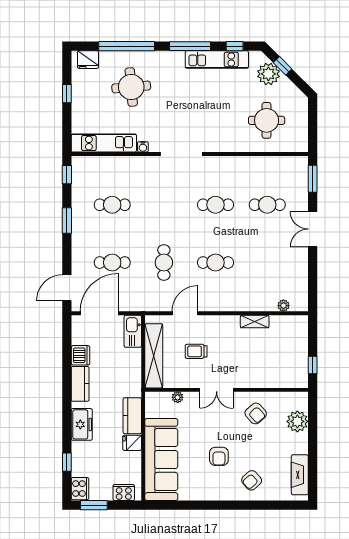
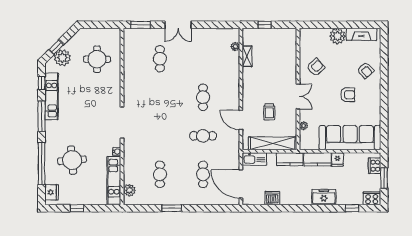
plant: (91, 164) -> (129, 190), added
window: (67, 175) -> (138, 208), removed
cafe table: (216, 205) -> (160, 97), removed
door: (67, 288) -> (222, 208), removed
shelving: (255, 321) -> (247, 56), moved
window: (313, 365) -> (265, 25), moved
kitchen counter: (80, 384) -> (290, 159), moved, turned 180
plant: (297, 421) -> (338, 36), moved
window: (94, 505) -> (384, 178), moved

